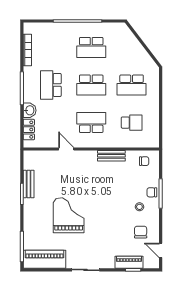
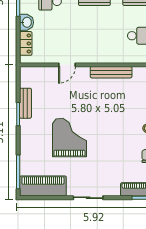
school desk: (91, 123) -> (94, 36), removed
door: (66, 149) -> (67, 65), swing flipped
bench: (111, 156) -> (111, 72), width x1.36

